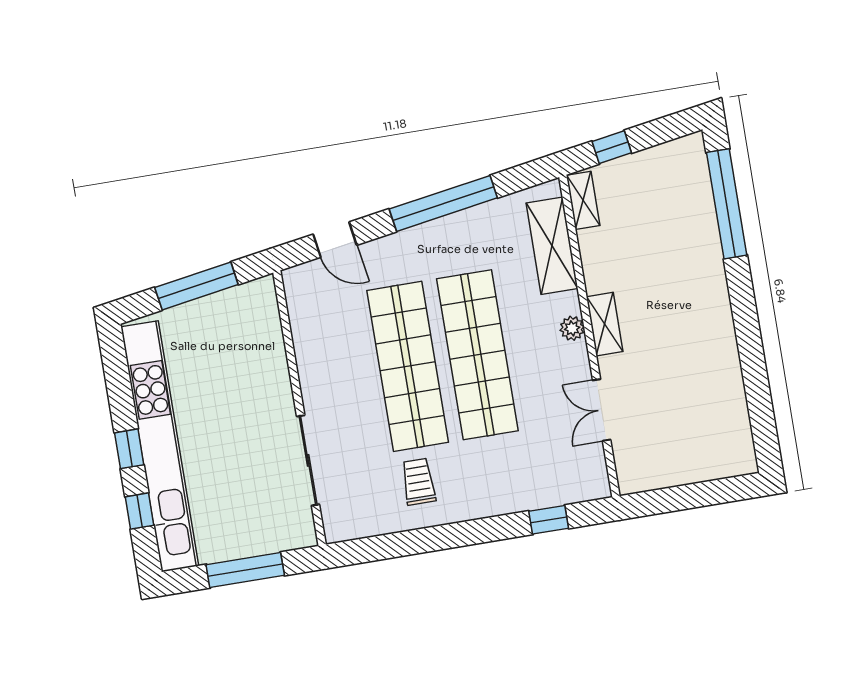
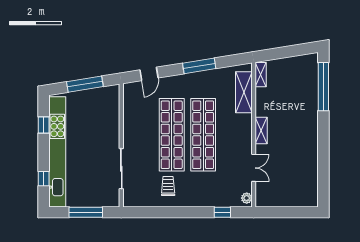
window: (612, 147) -> (277, 53), removed
window: (443, 203) -> (199, 66), width x0.68
door: (335, 240) -> (149, 74), hinge flipped
plant: (572, 328) -> (247, 198), moved
double door: (602, 410) -> (254, 168), swing flipped
window: (129, 449) -> (44, 125), moved

